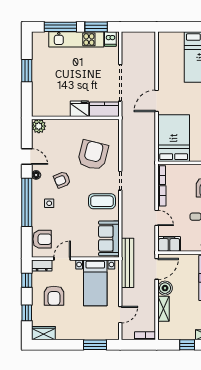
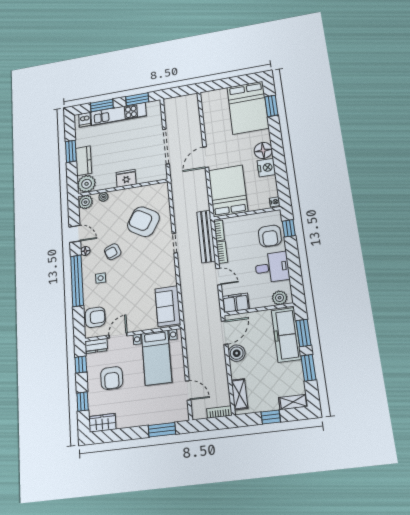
window: (60, 27) -> (102, 106), width x0.69
dishwasher: (110, 39) -> (85, 120), moved
plant: (41, 108) -> (87, 184), added
kitchen counter: (104, 109) -> (84, 161), moved, turned 90
plant: (56, 124) -> (103, 197), added
armchair: (93, 155) -> (143, 222), turned -73
coffee table: (102, 201) -> (157, 268), removed
bench: (128, 263) -> (206, 236), moved
shelving: (163, 309) -> (239, 394), moved
door: (120, 315) -> (188, 390), hinge flipped

